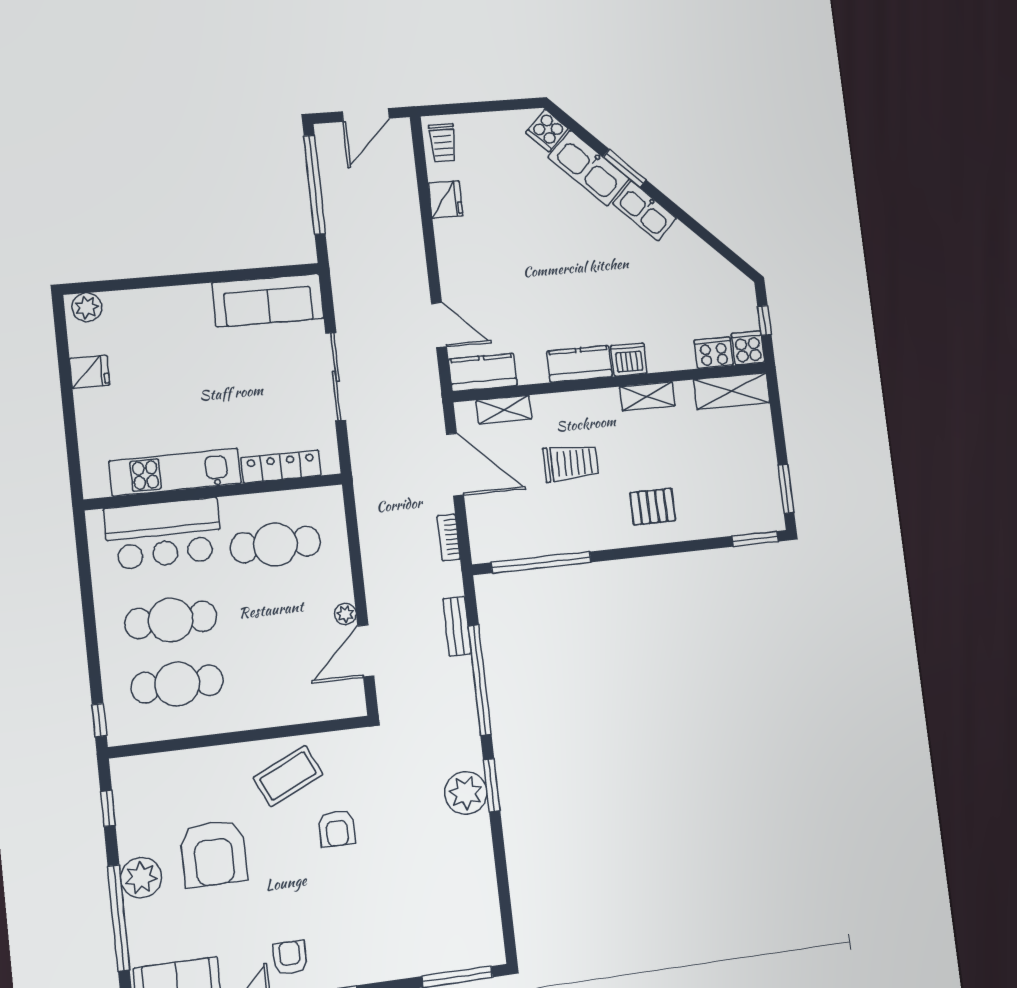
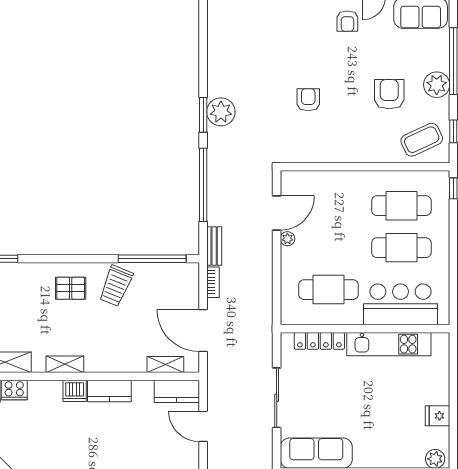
trolley: (571, 463) -> (116, 286), moved, turned -68
bench: (457, 626) -> (214, 246), moved
coffee table: (288, 776) -> (422, 140), moved
armchair: (214, 853) -> (389, 94), width x0.73, depth x0.73

